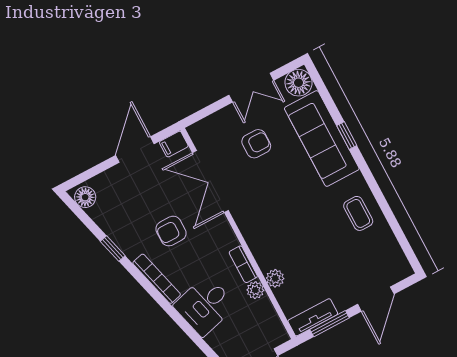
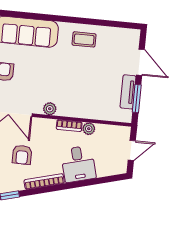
window: (347, 136) -> (34, 16), removed
plant: (275, 278) -> (50, 109), moved
tv unit: (313, 317) -> (128, 92), moved

